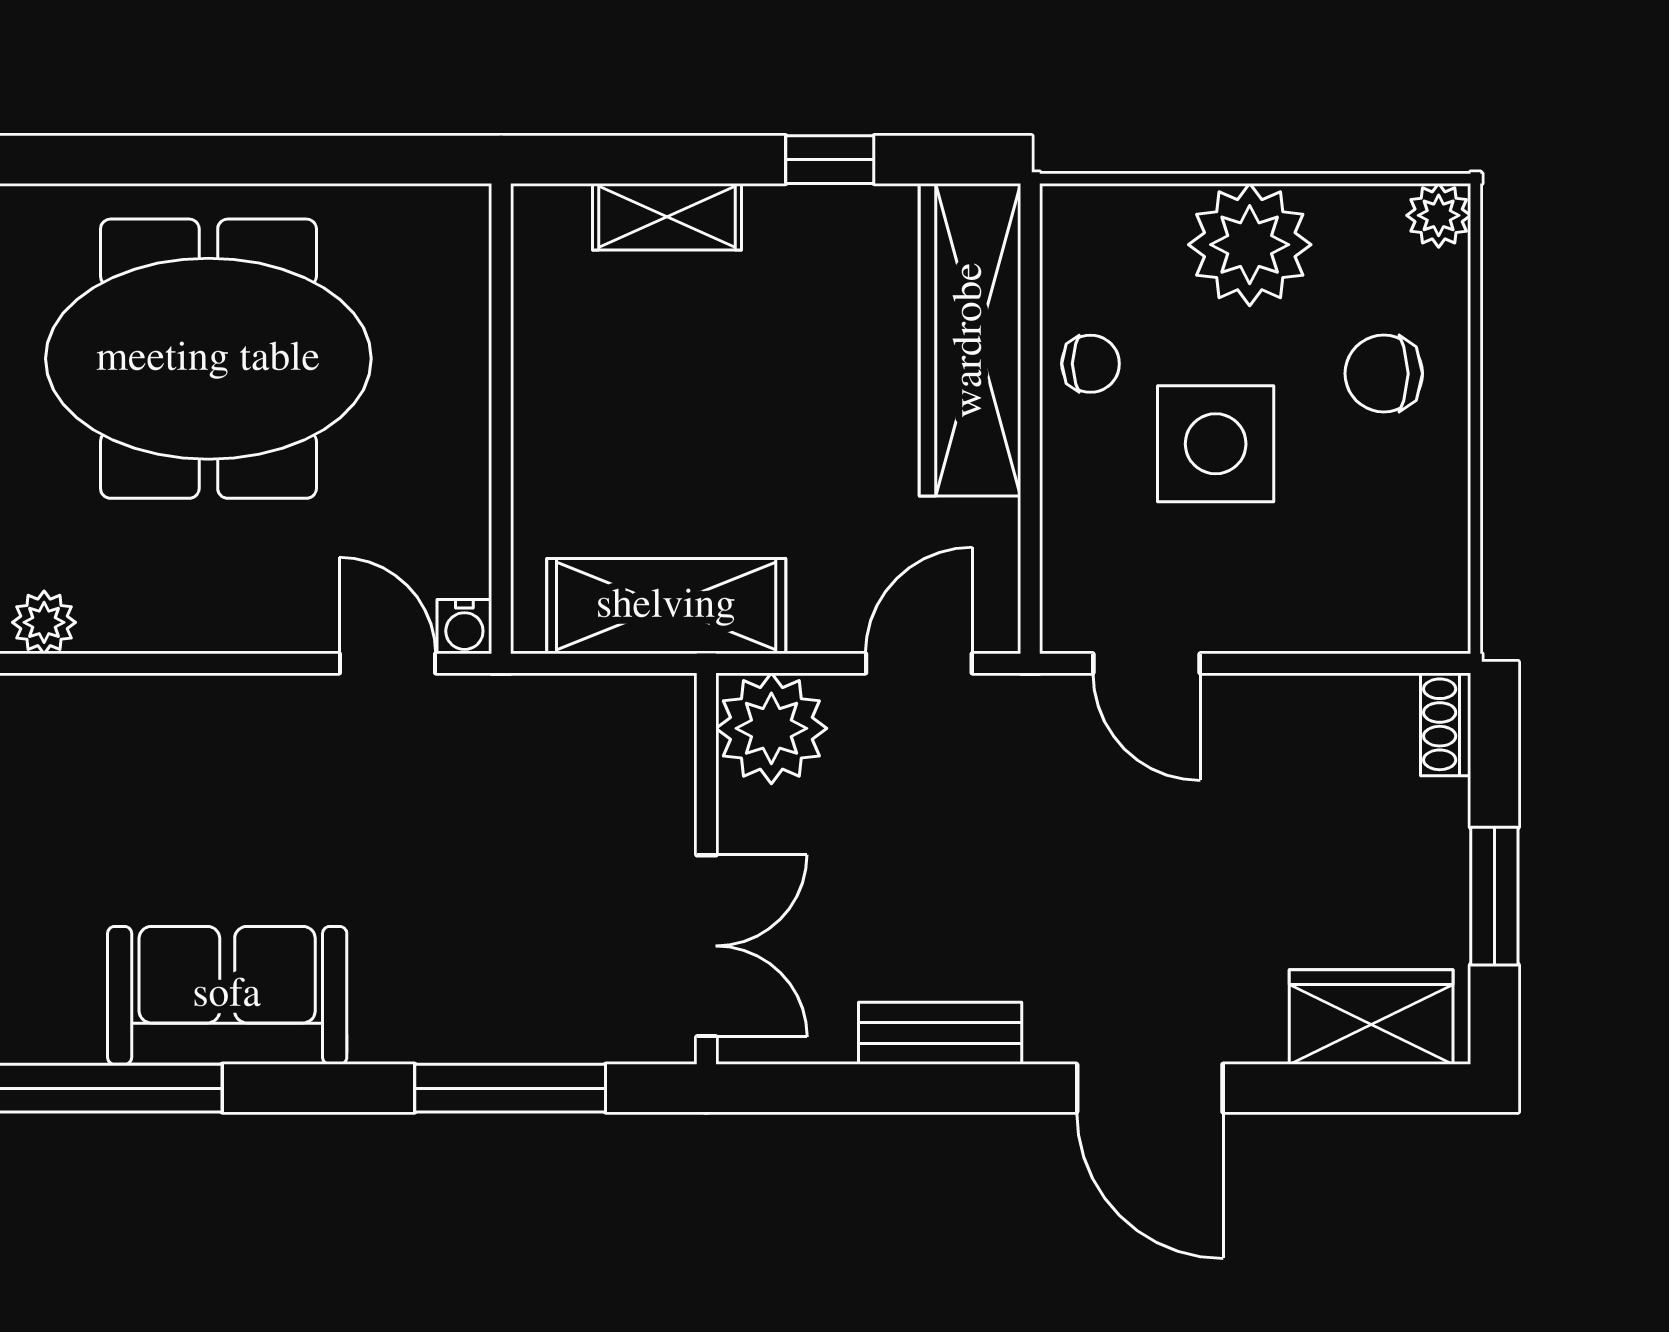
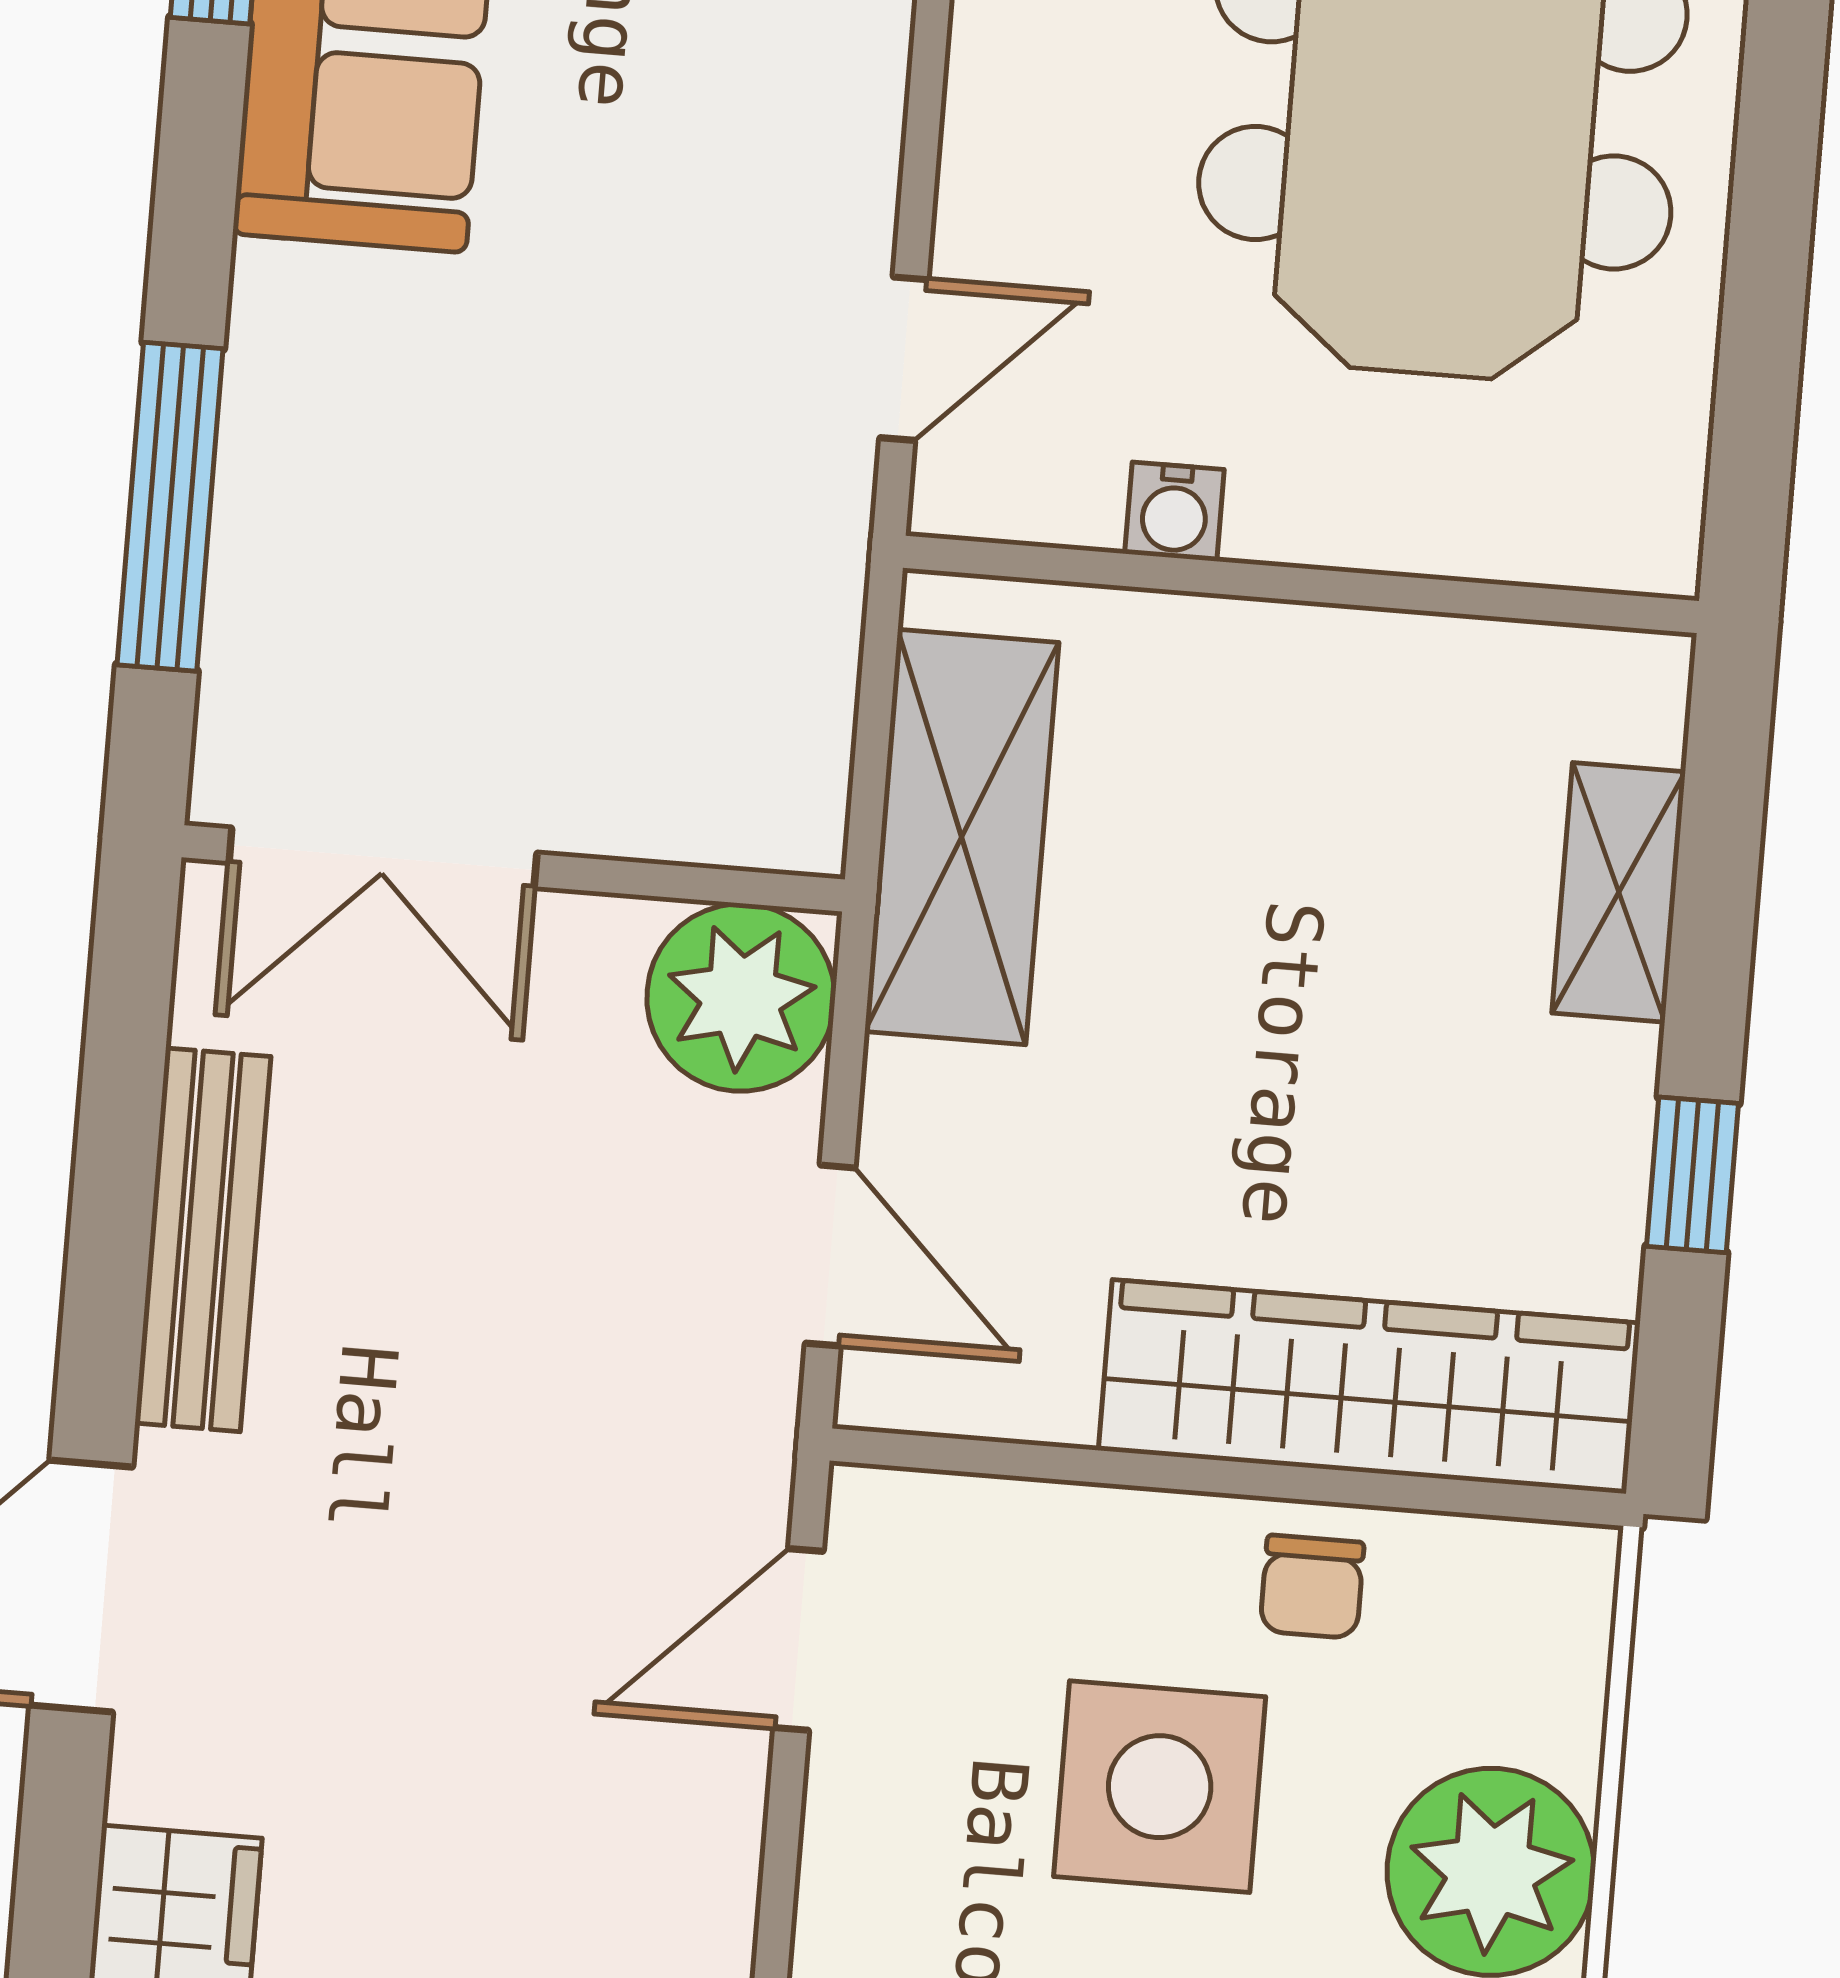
water cooler: (464, 627) -> (1174, 512), moved, turned -90
bench: (940, 1033) -> (203, 1240), width x1.36

